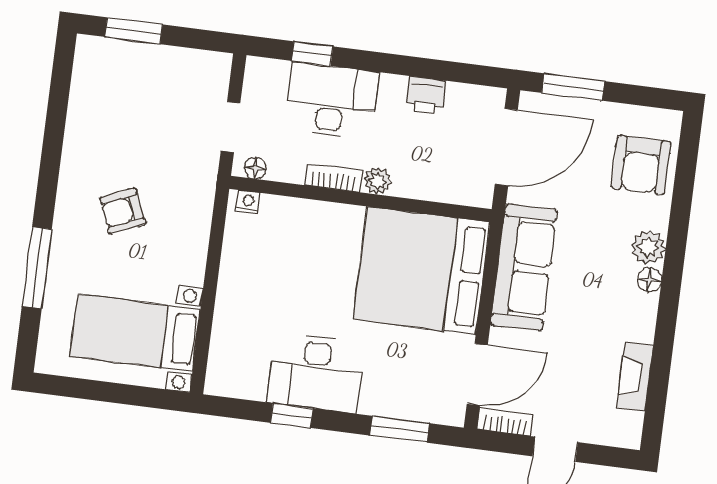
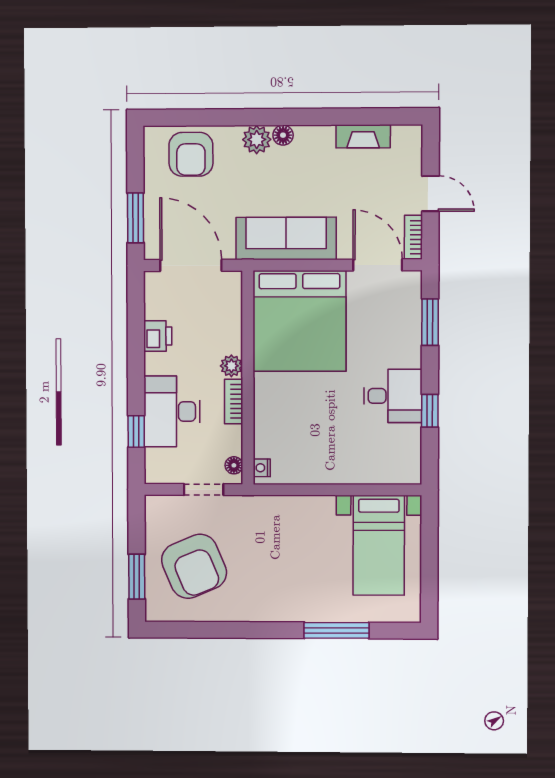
armchair: (641, 165) -> (191, 154), turned 90
armchair: (123, 211) -> (194, 566), moved, width x1.88, depth x1.88
desk: (316, 373) -> (393, 396), width x0.73

